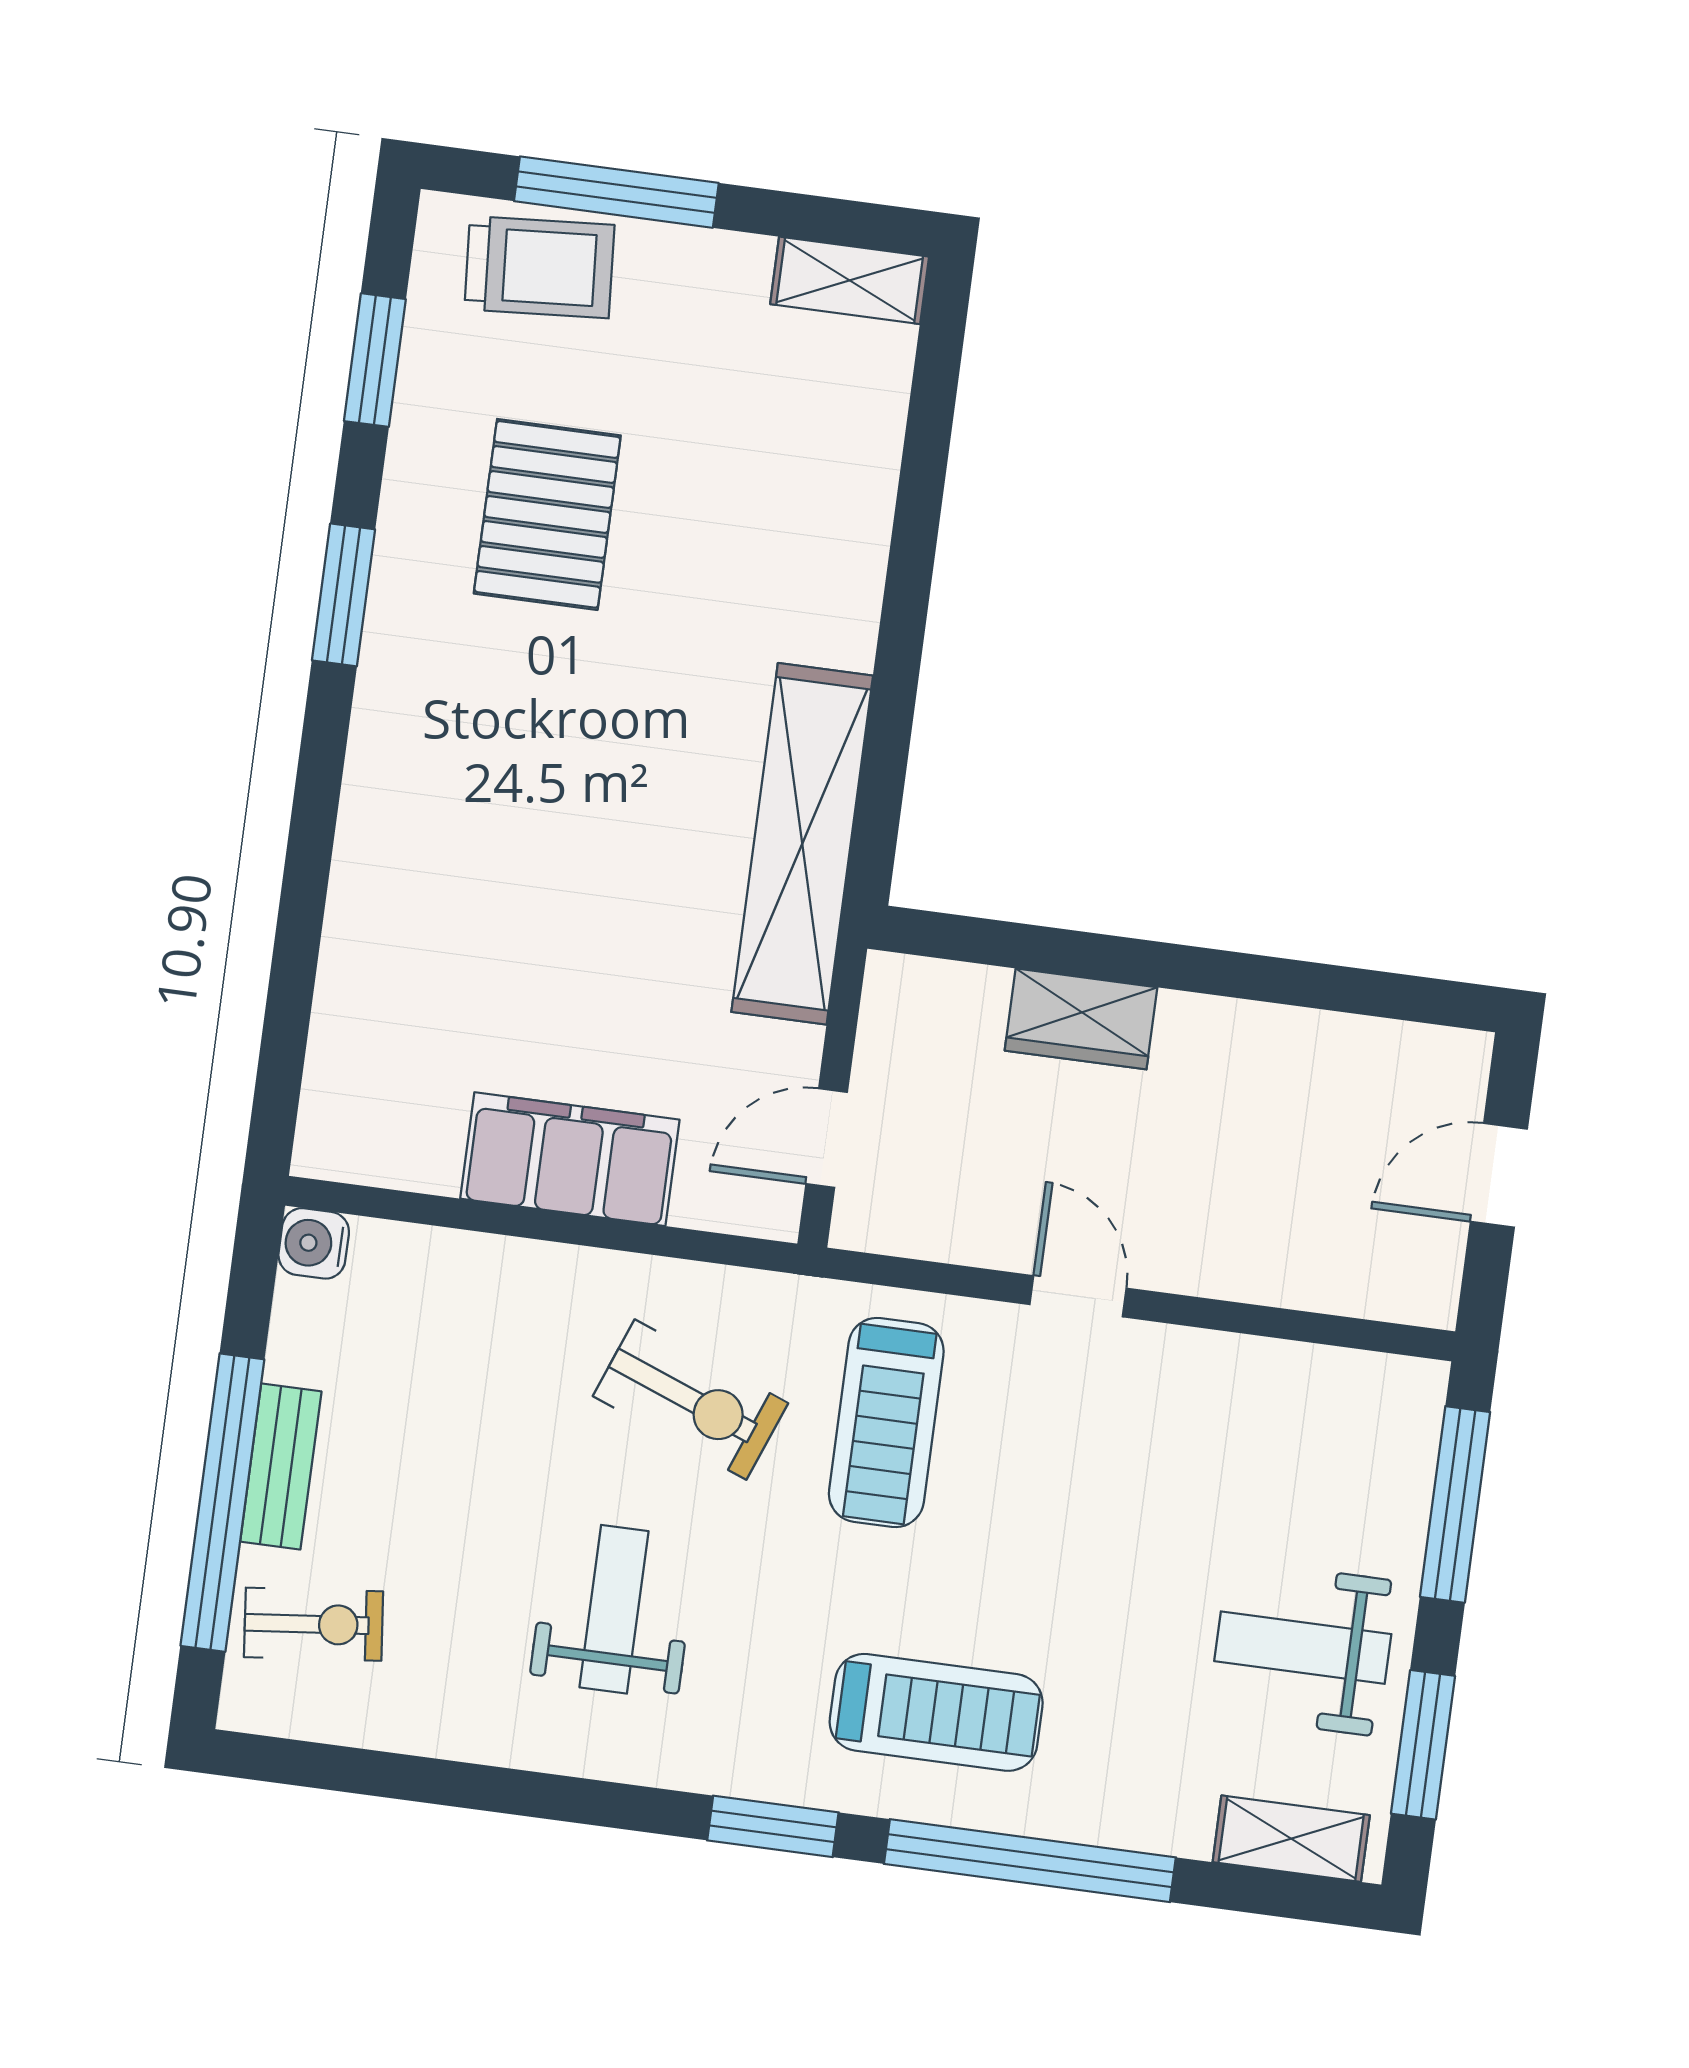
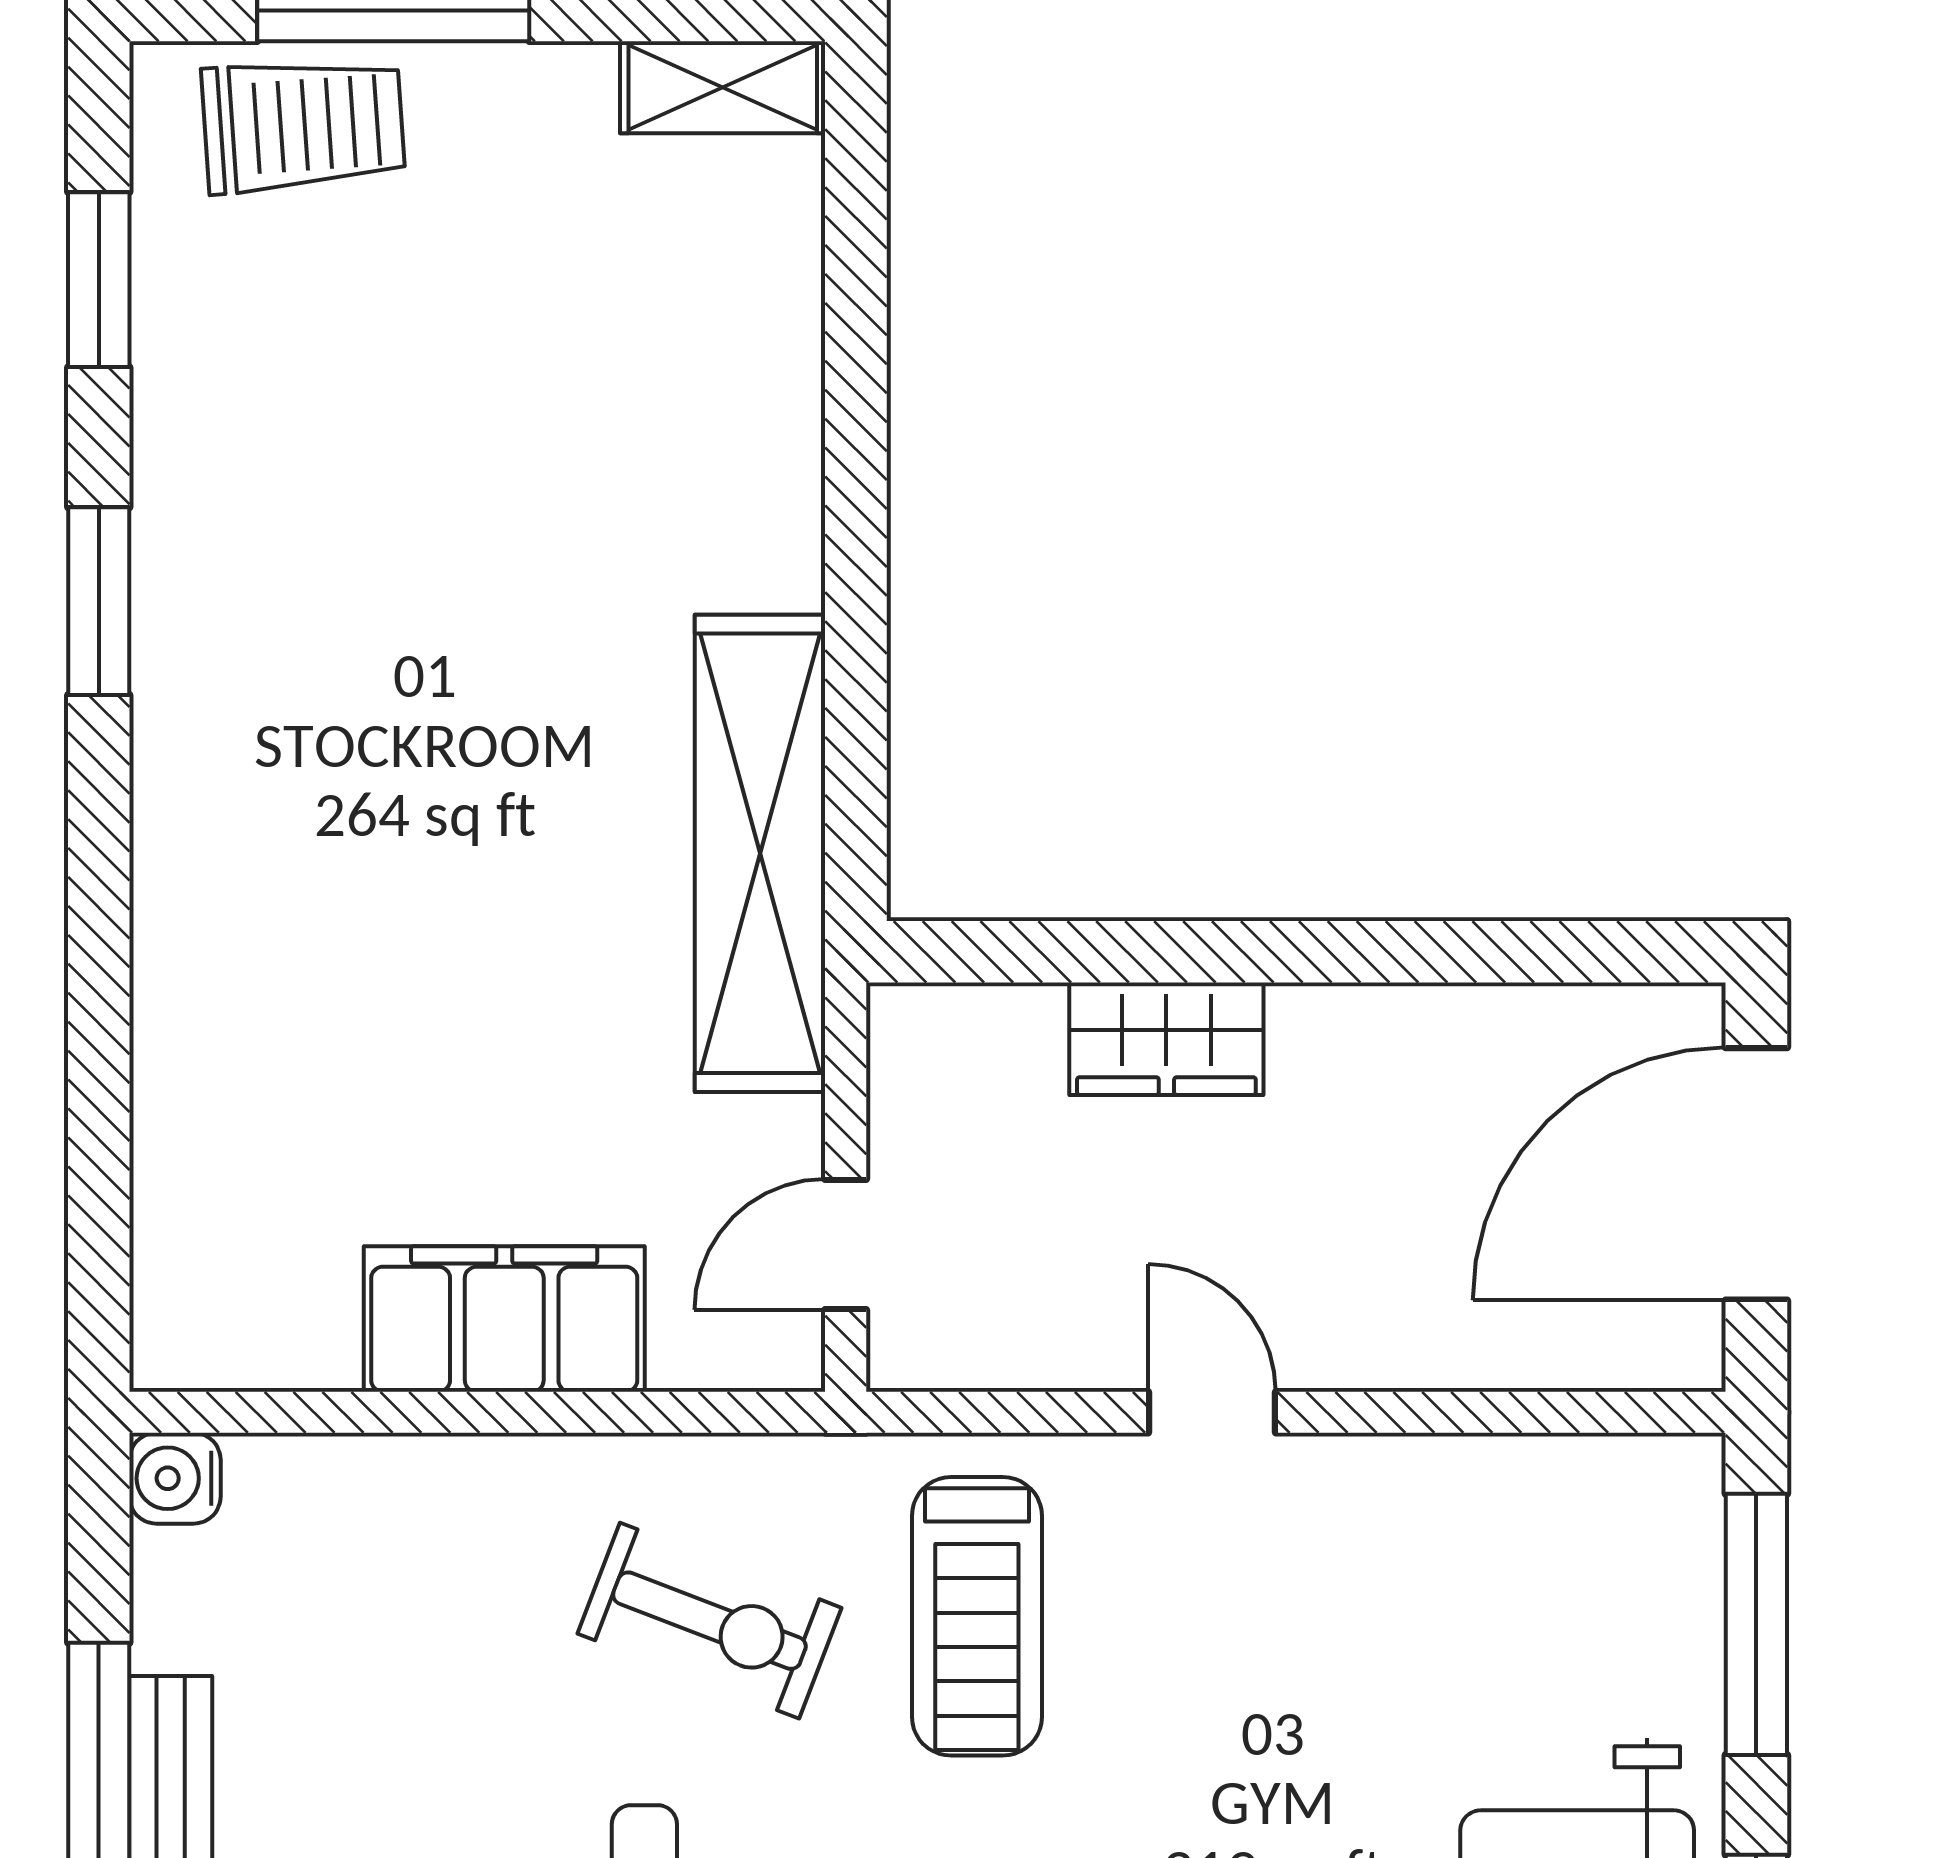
pallet: (547, 514) -> (358, 456), removed
door: (1499, 1175) -> (1756, 1174), width x1.88

